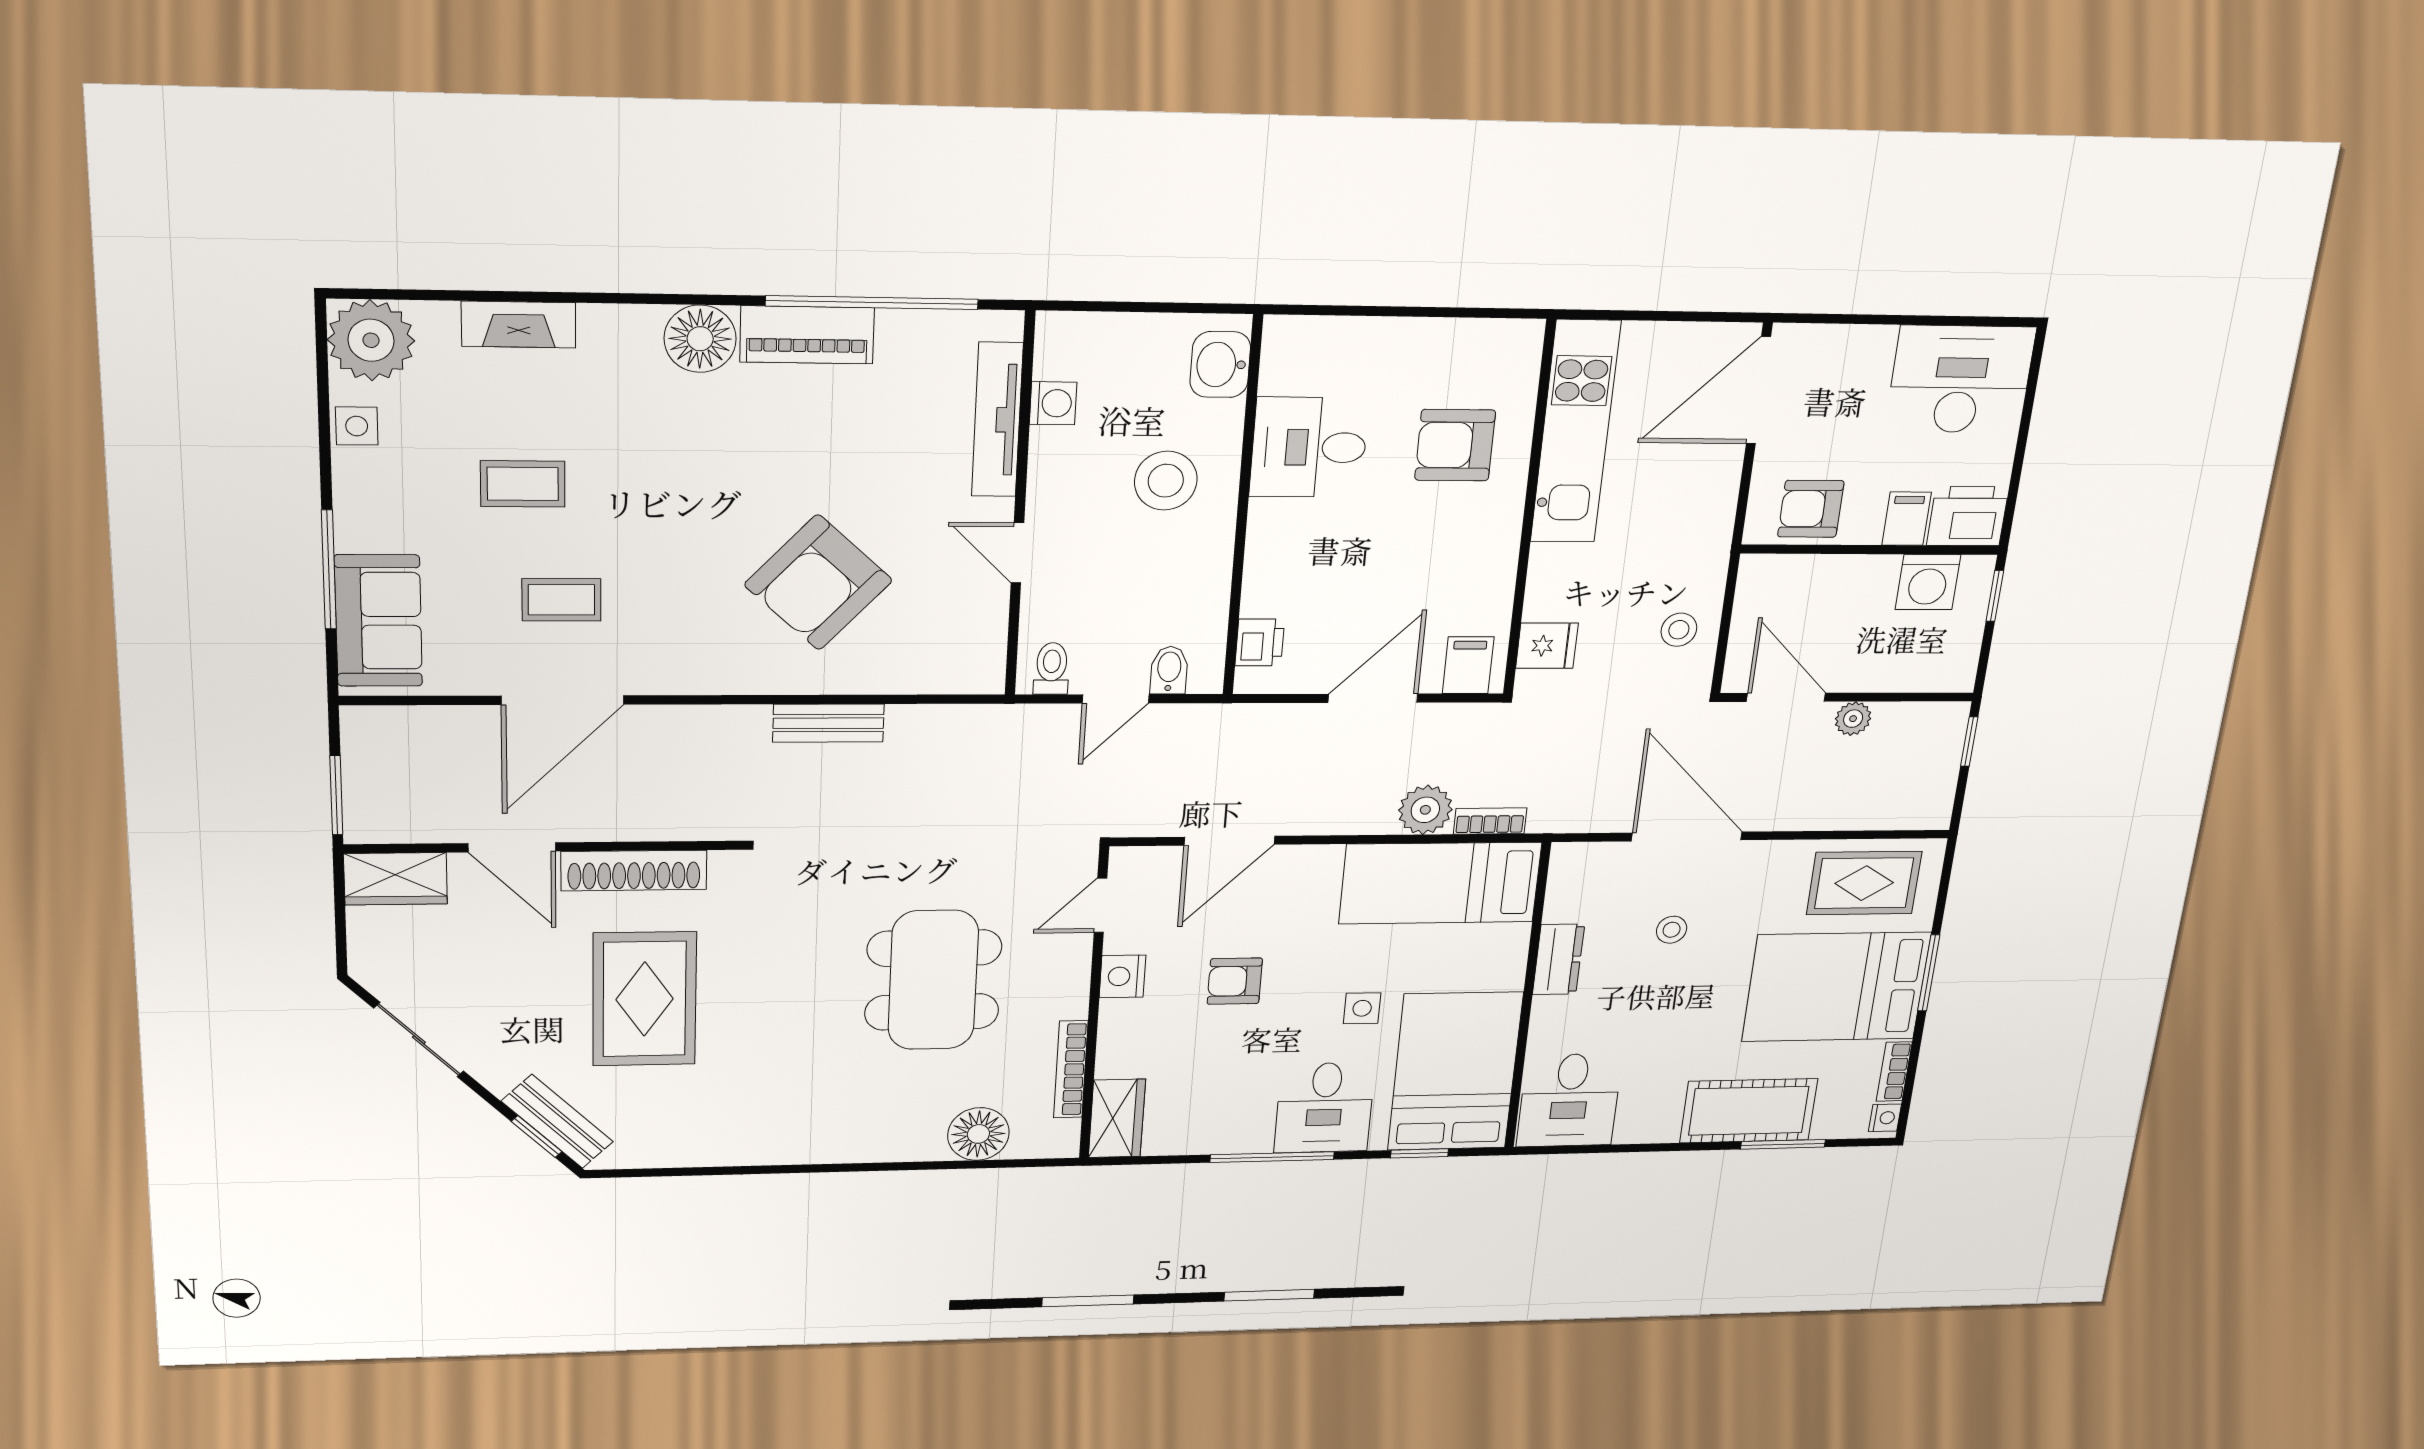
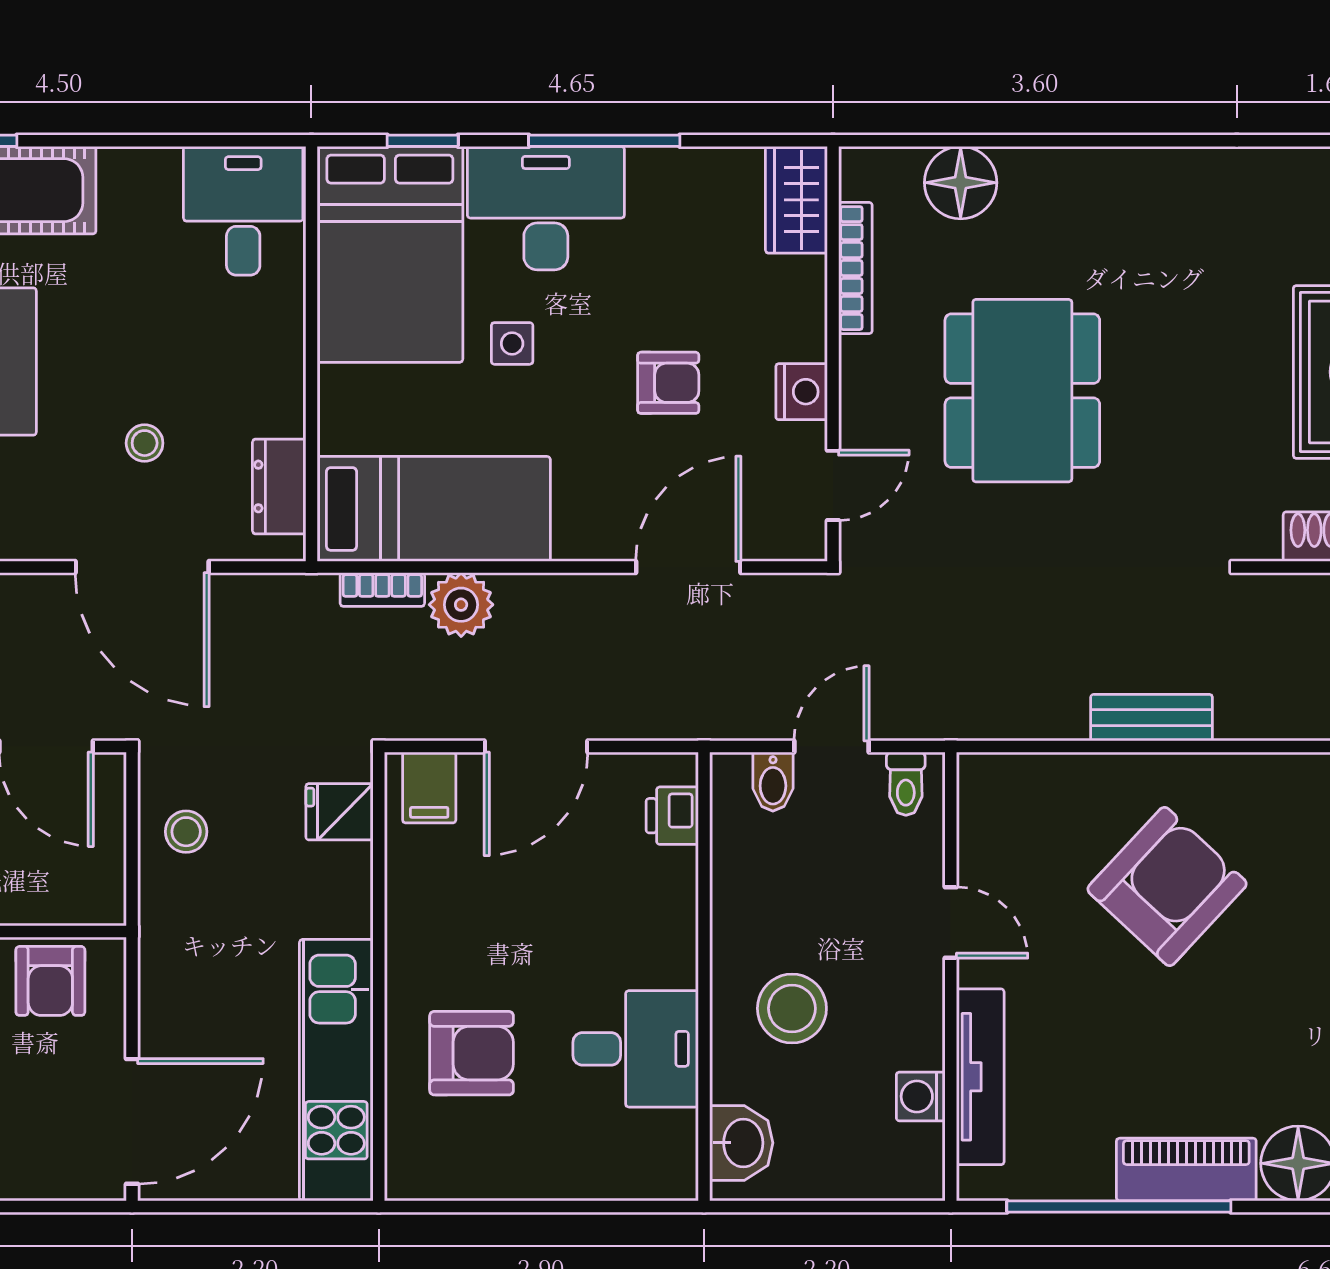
armchair: (1811, 509) -> (50, 981), turned 90
dresser: (1559, 959) -> (279, 486), moved
desk: (1325, 1108) -> (546, 208), width x1.37

